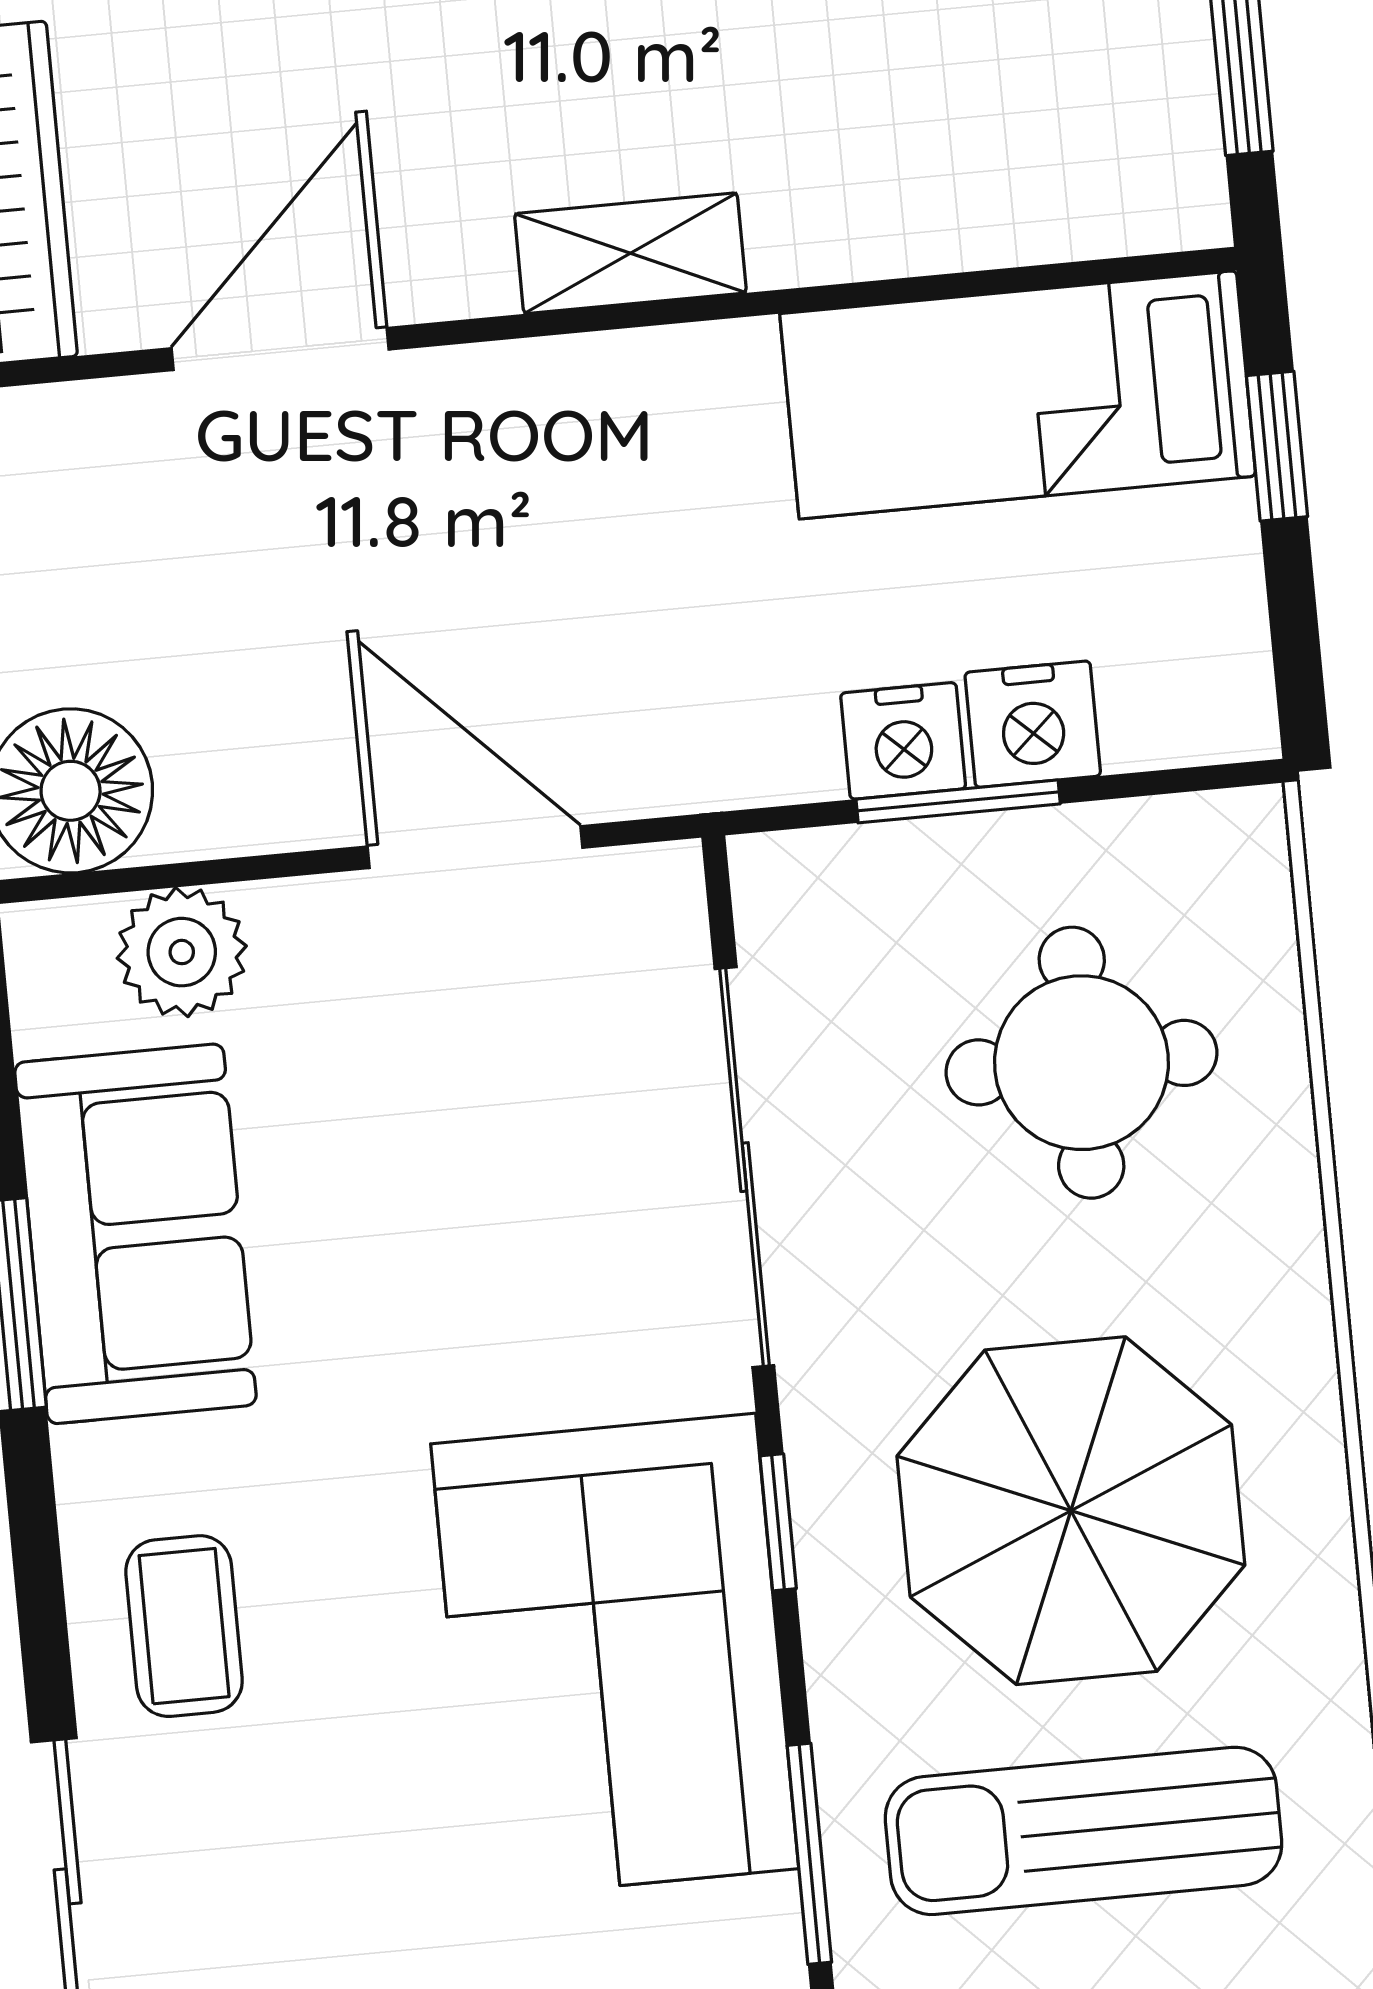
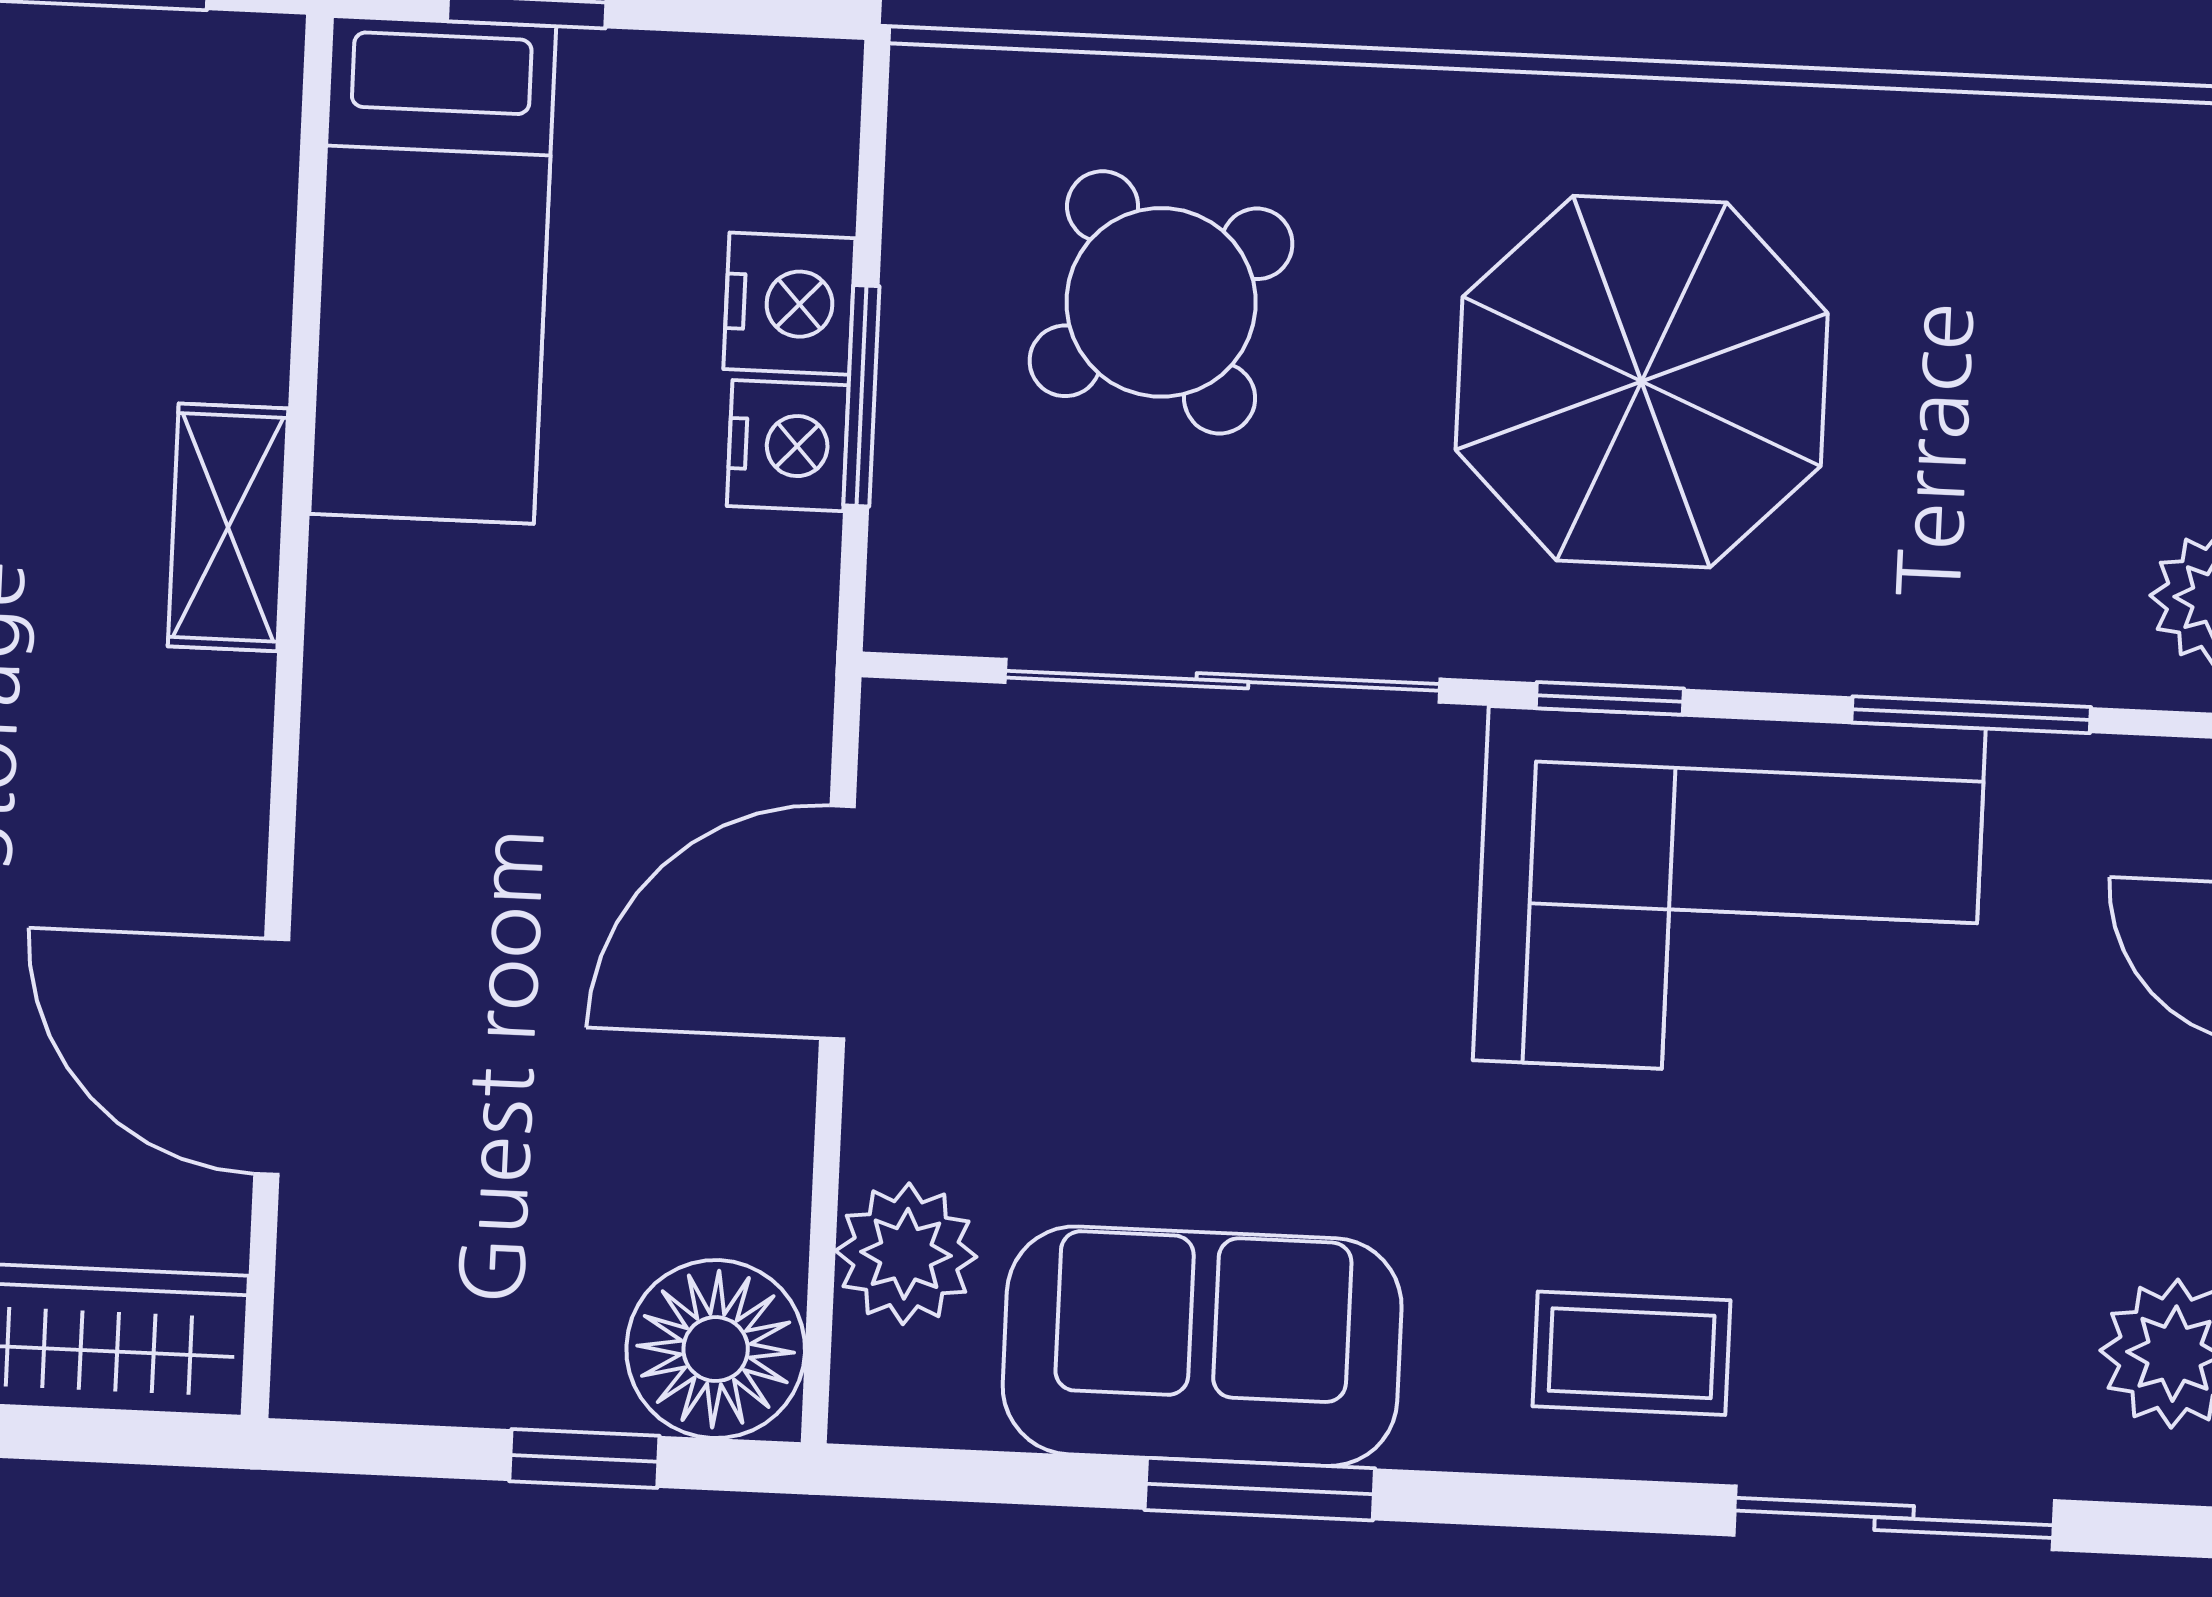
shelving: (630, 253) -> (228, 527), moved
round table: (1081, 1063) -> (1161, 302), turned -34
sun lounger: (1083, 1831) -> (1988, 416), removed

